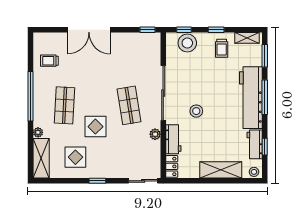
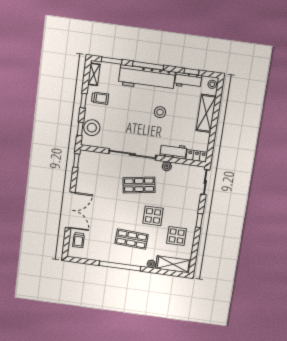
trolley: (49, 61) -> (79, 240), moved
stool: (196, 111) -> (160, 112), moved

